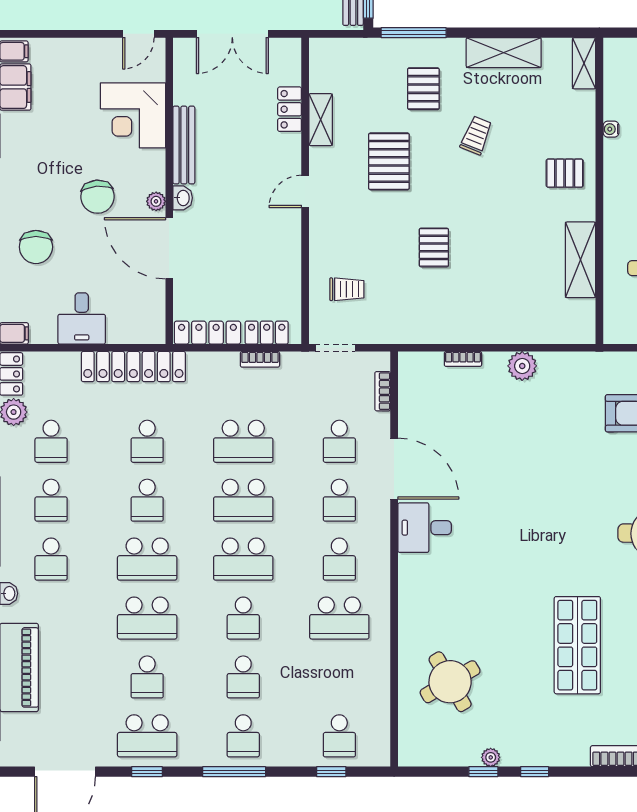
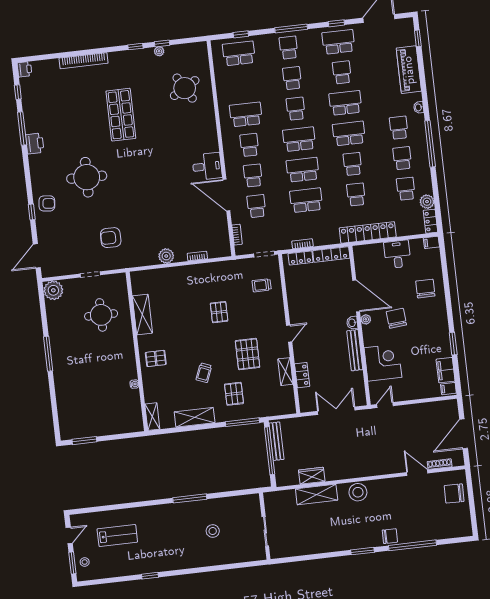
school desk: (339, 736) -> (239, 53), width x1.85

